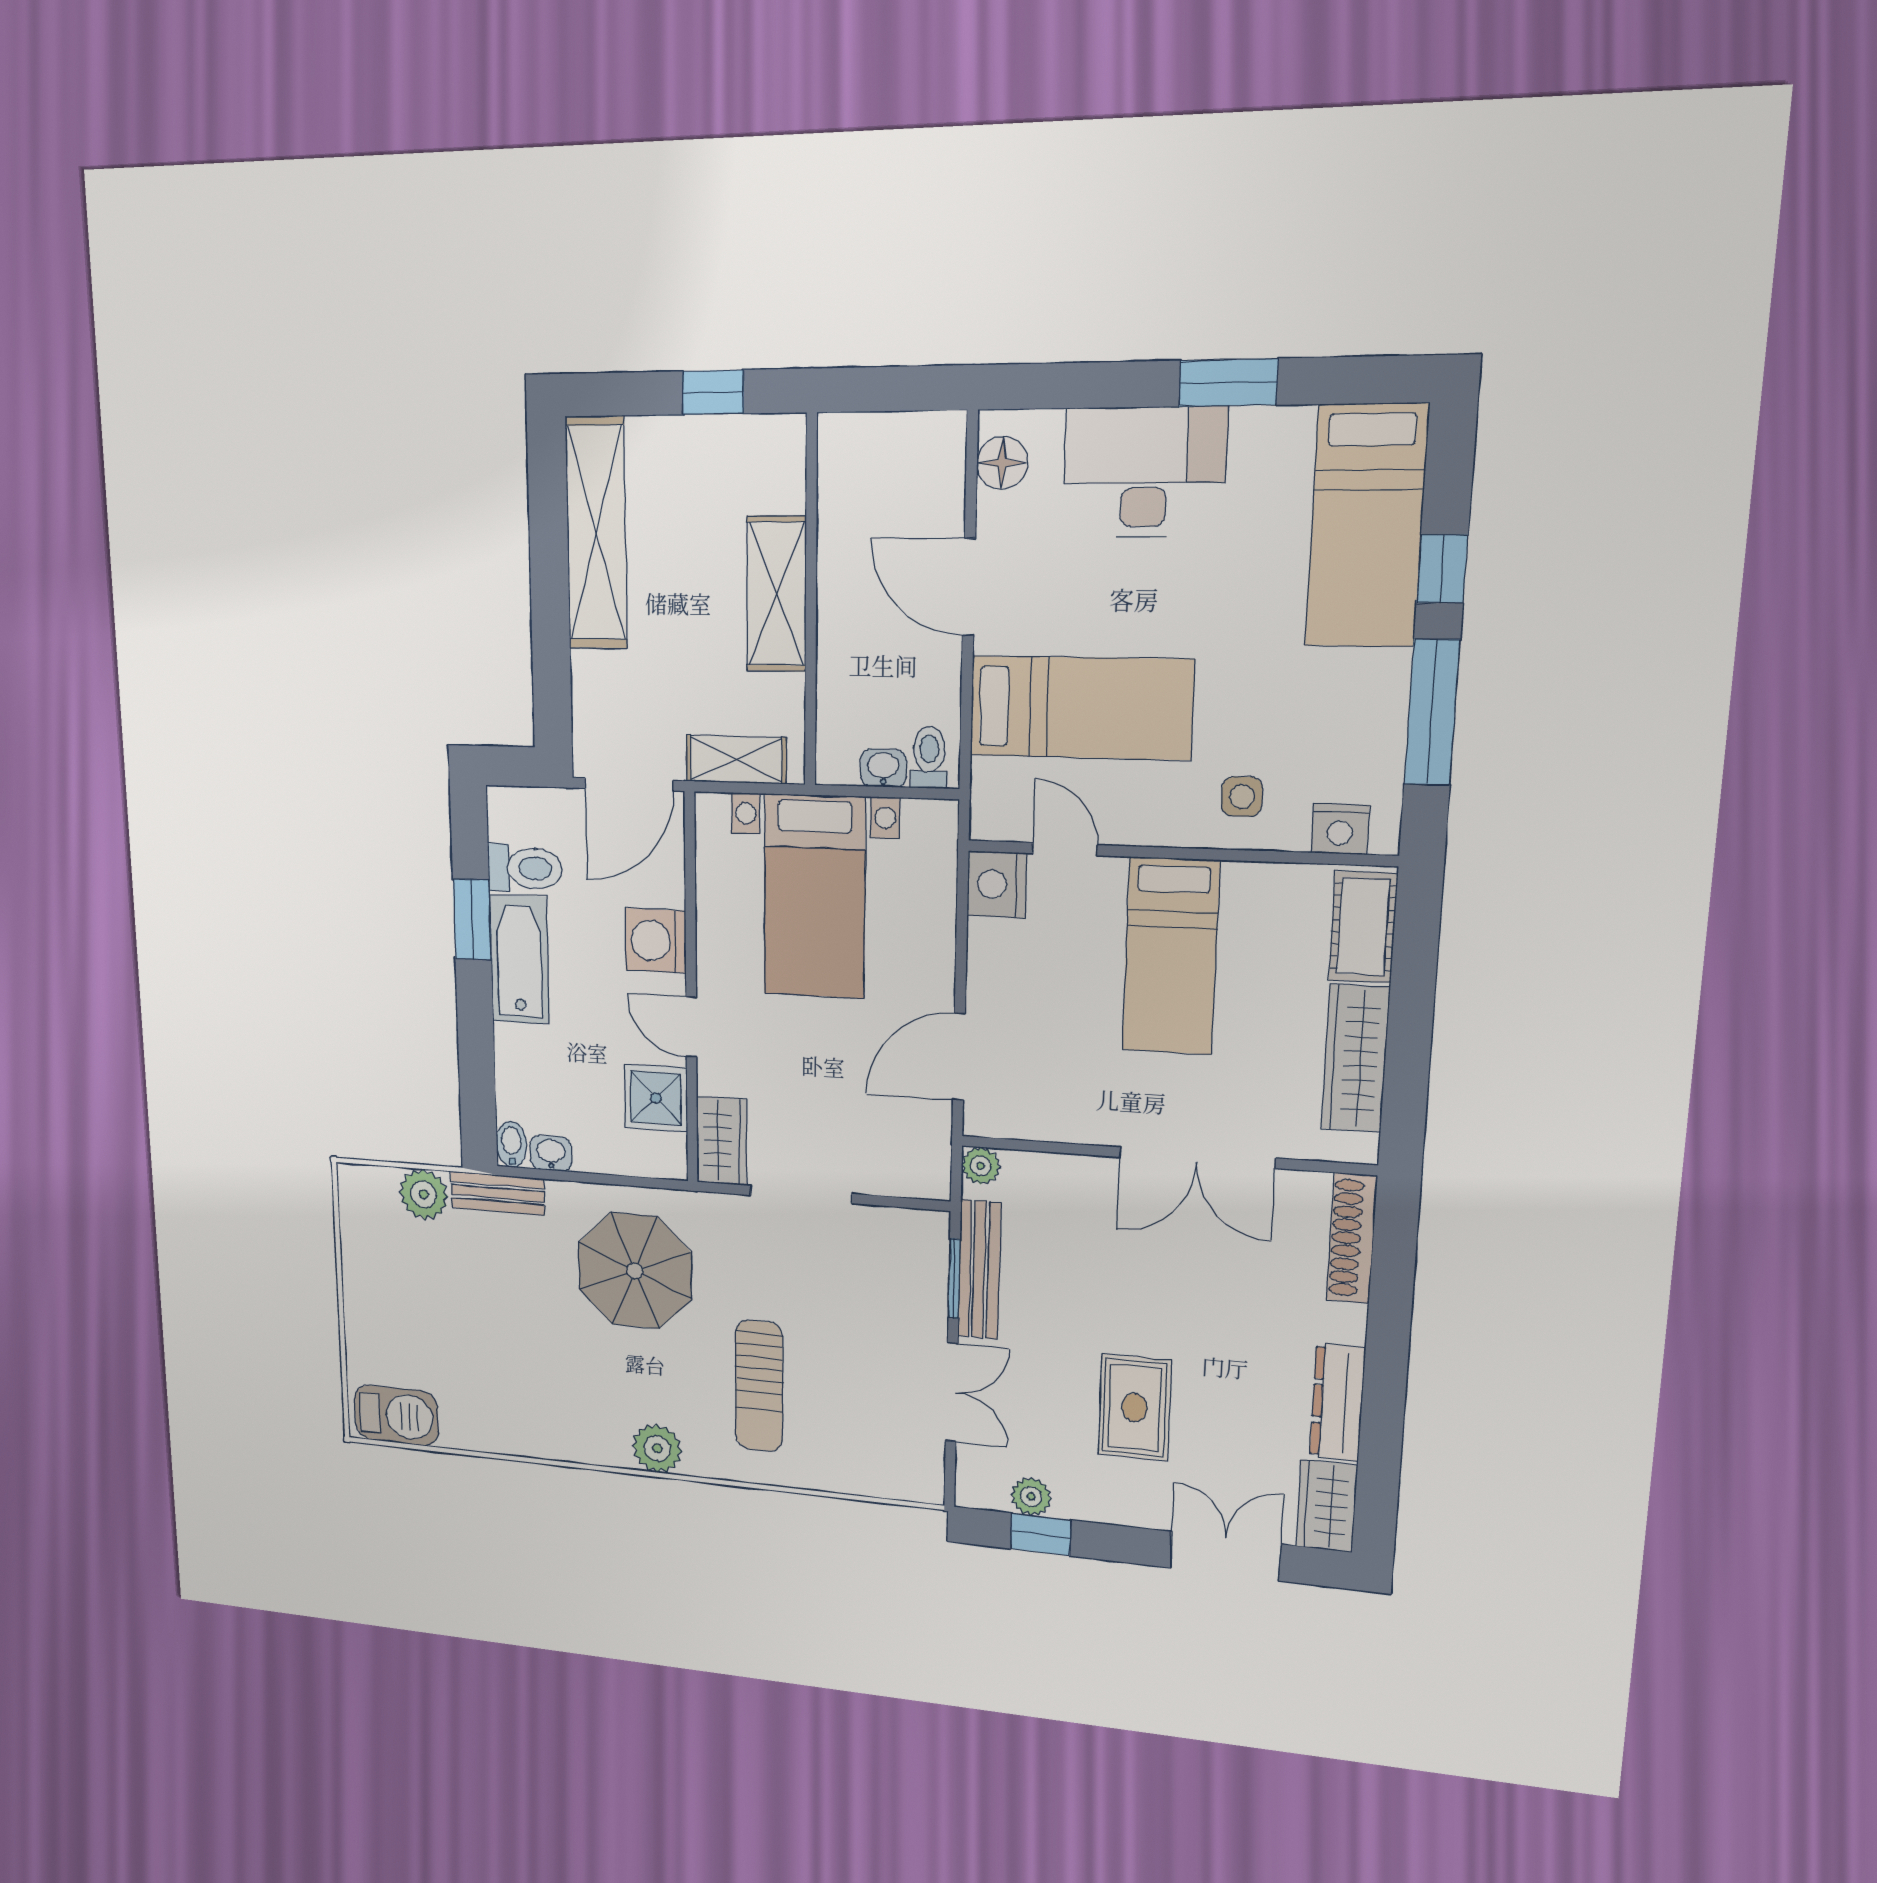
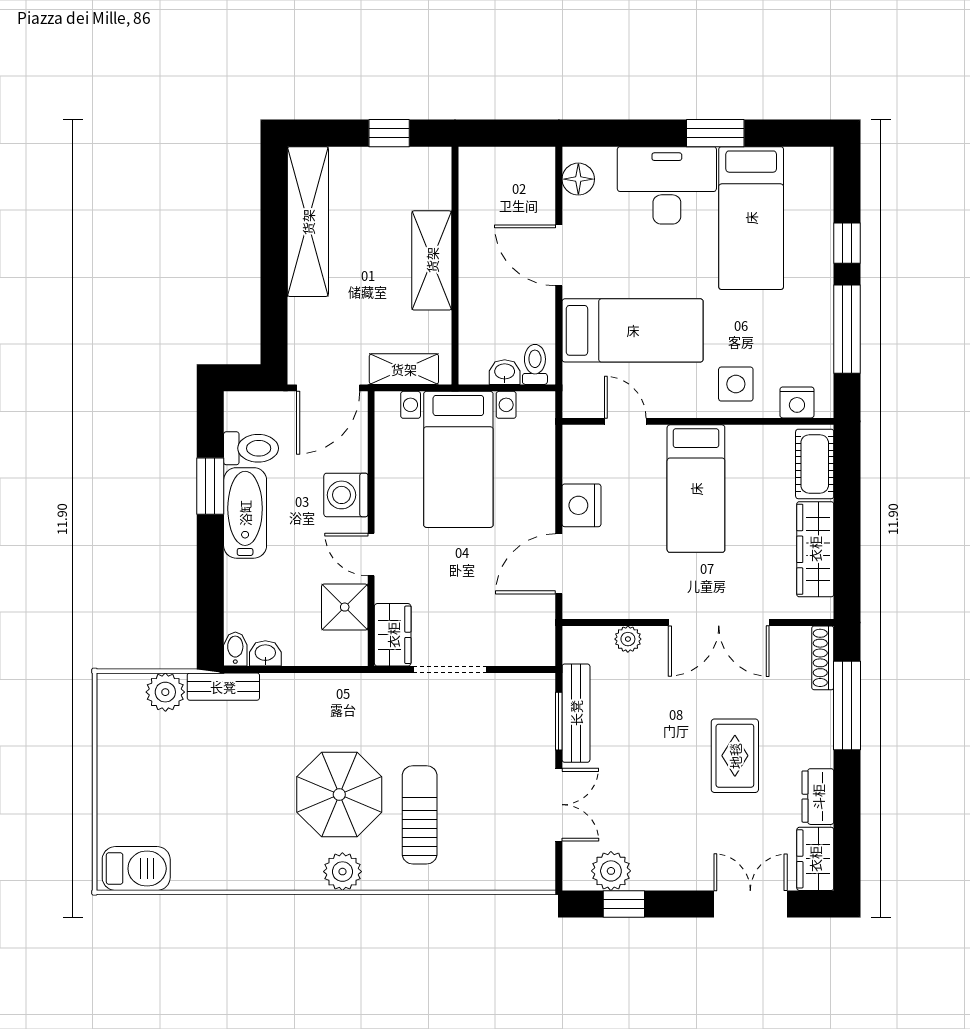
bed: (1366, 526) -> (751, 218), moved
side table: (1242, 797) -> (736, 384), width x1.37, depth x1.37
nightstand: (997, 884) -> (581, 505), moved
plant: (981, 1166) -> (628, 639), moved
shoe rack: (1352, 1238) -> (823, 658), width x0.74, depth x0.81
parasol: (635, 1271) -> (339, 794), moved
window: (1391, 1294) -> (847, 706), added
sun lounger: (759, 1386) -> (420, 815), turned 180
dresser: (1337, 1403) -> (818, 797), width x0.70
rug: (1135, 1408) -> (735, 756), moved
plant: (1031, 1497) -> (611, 871), width x1.38, depth x1.38

